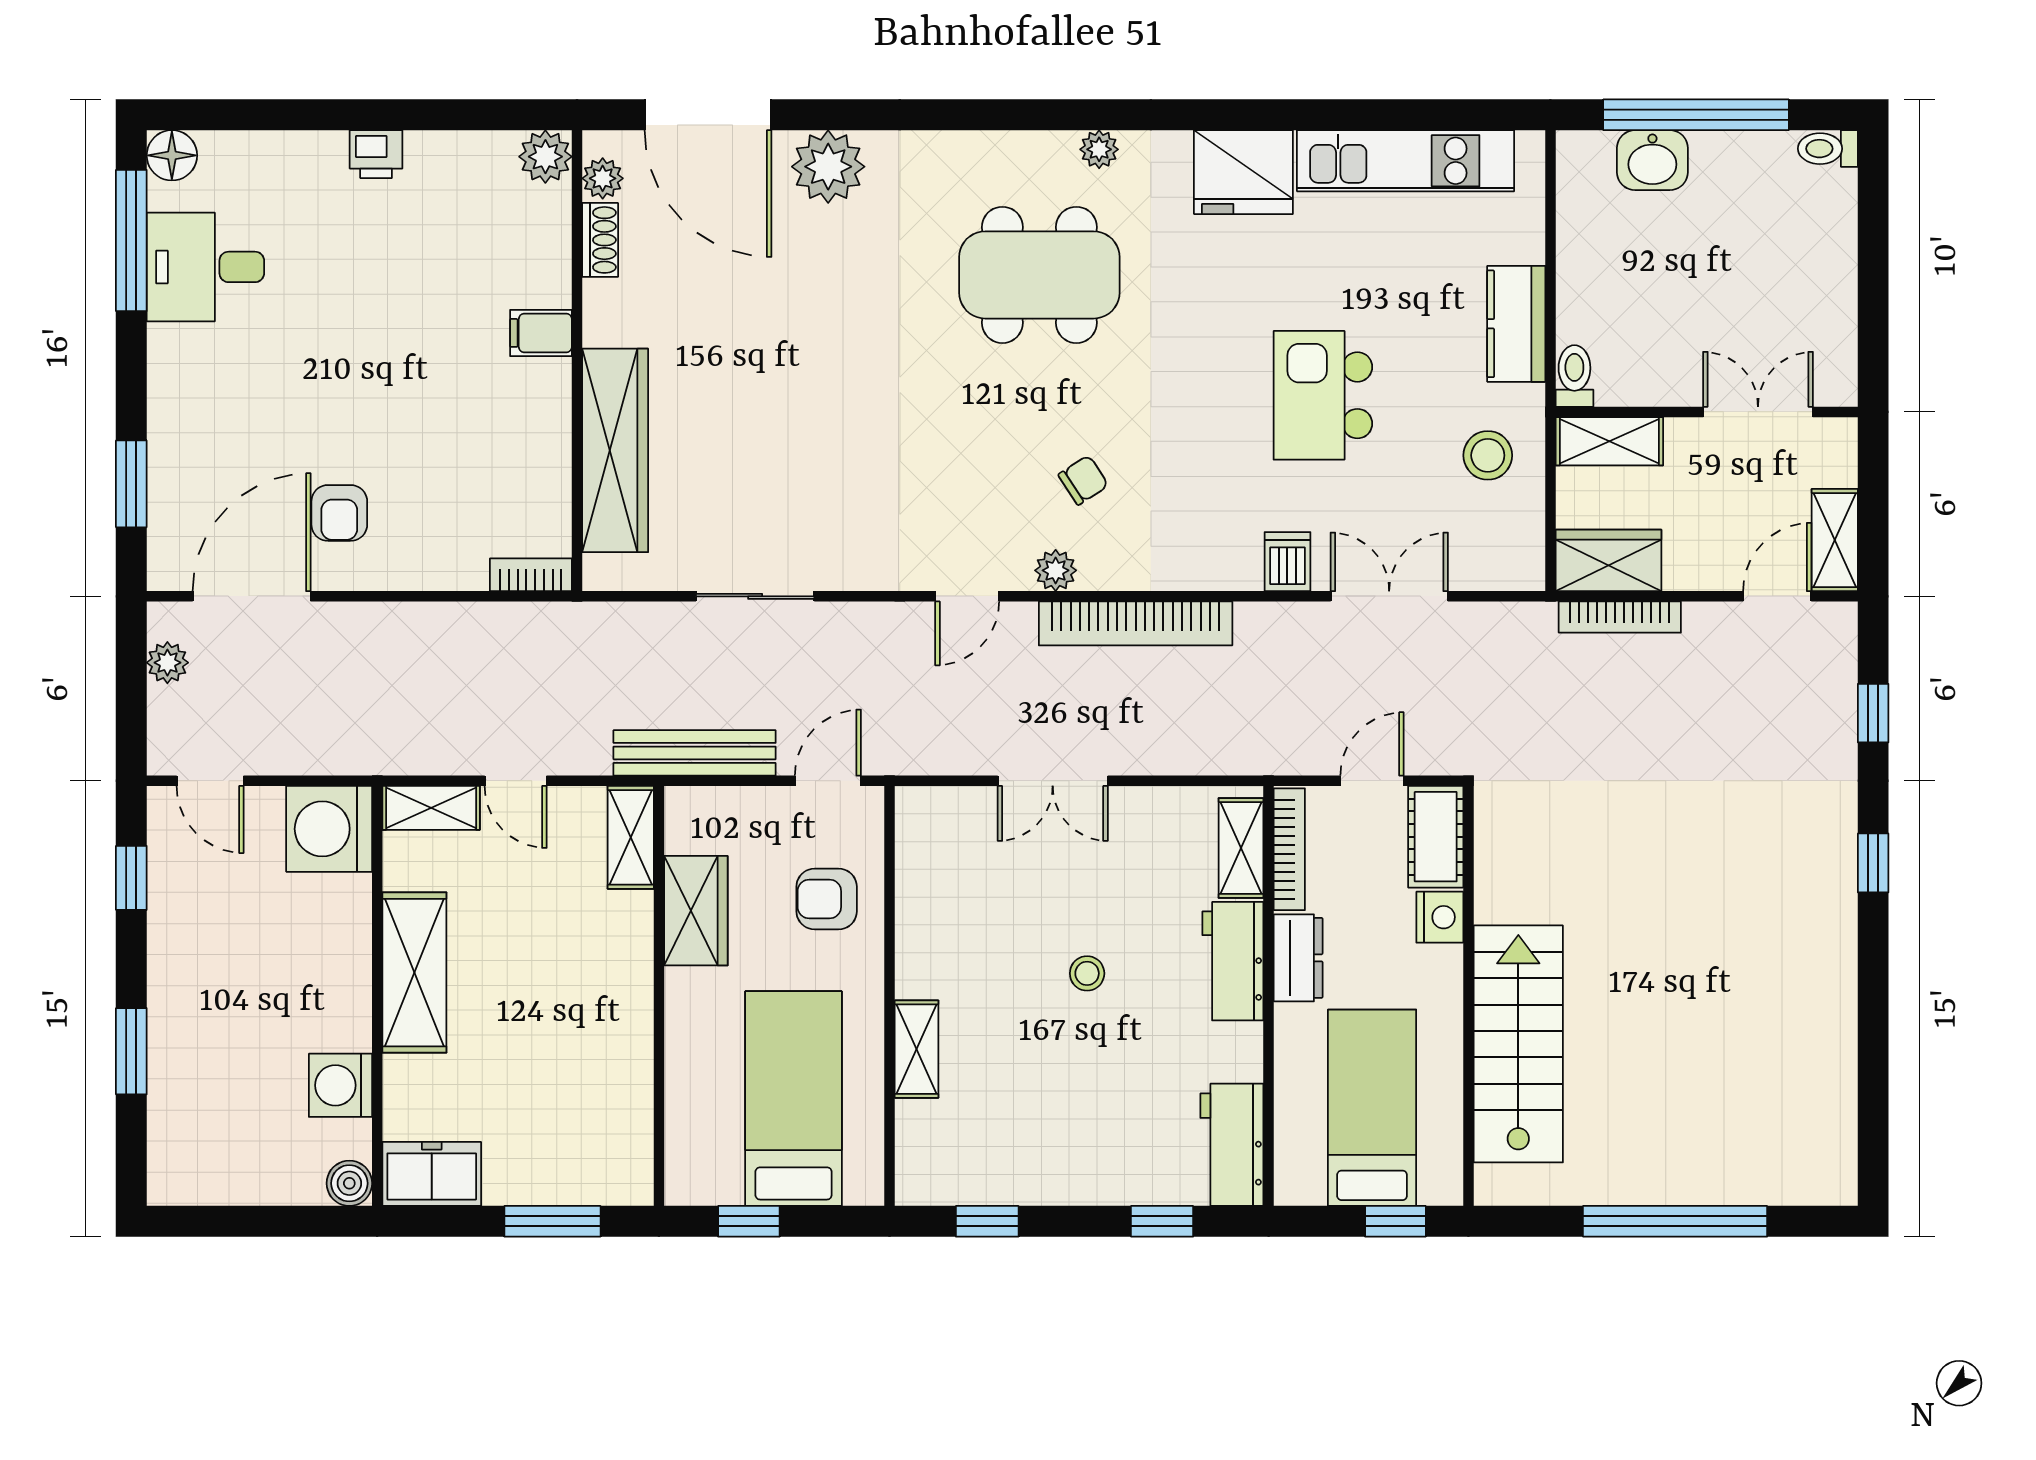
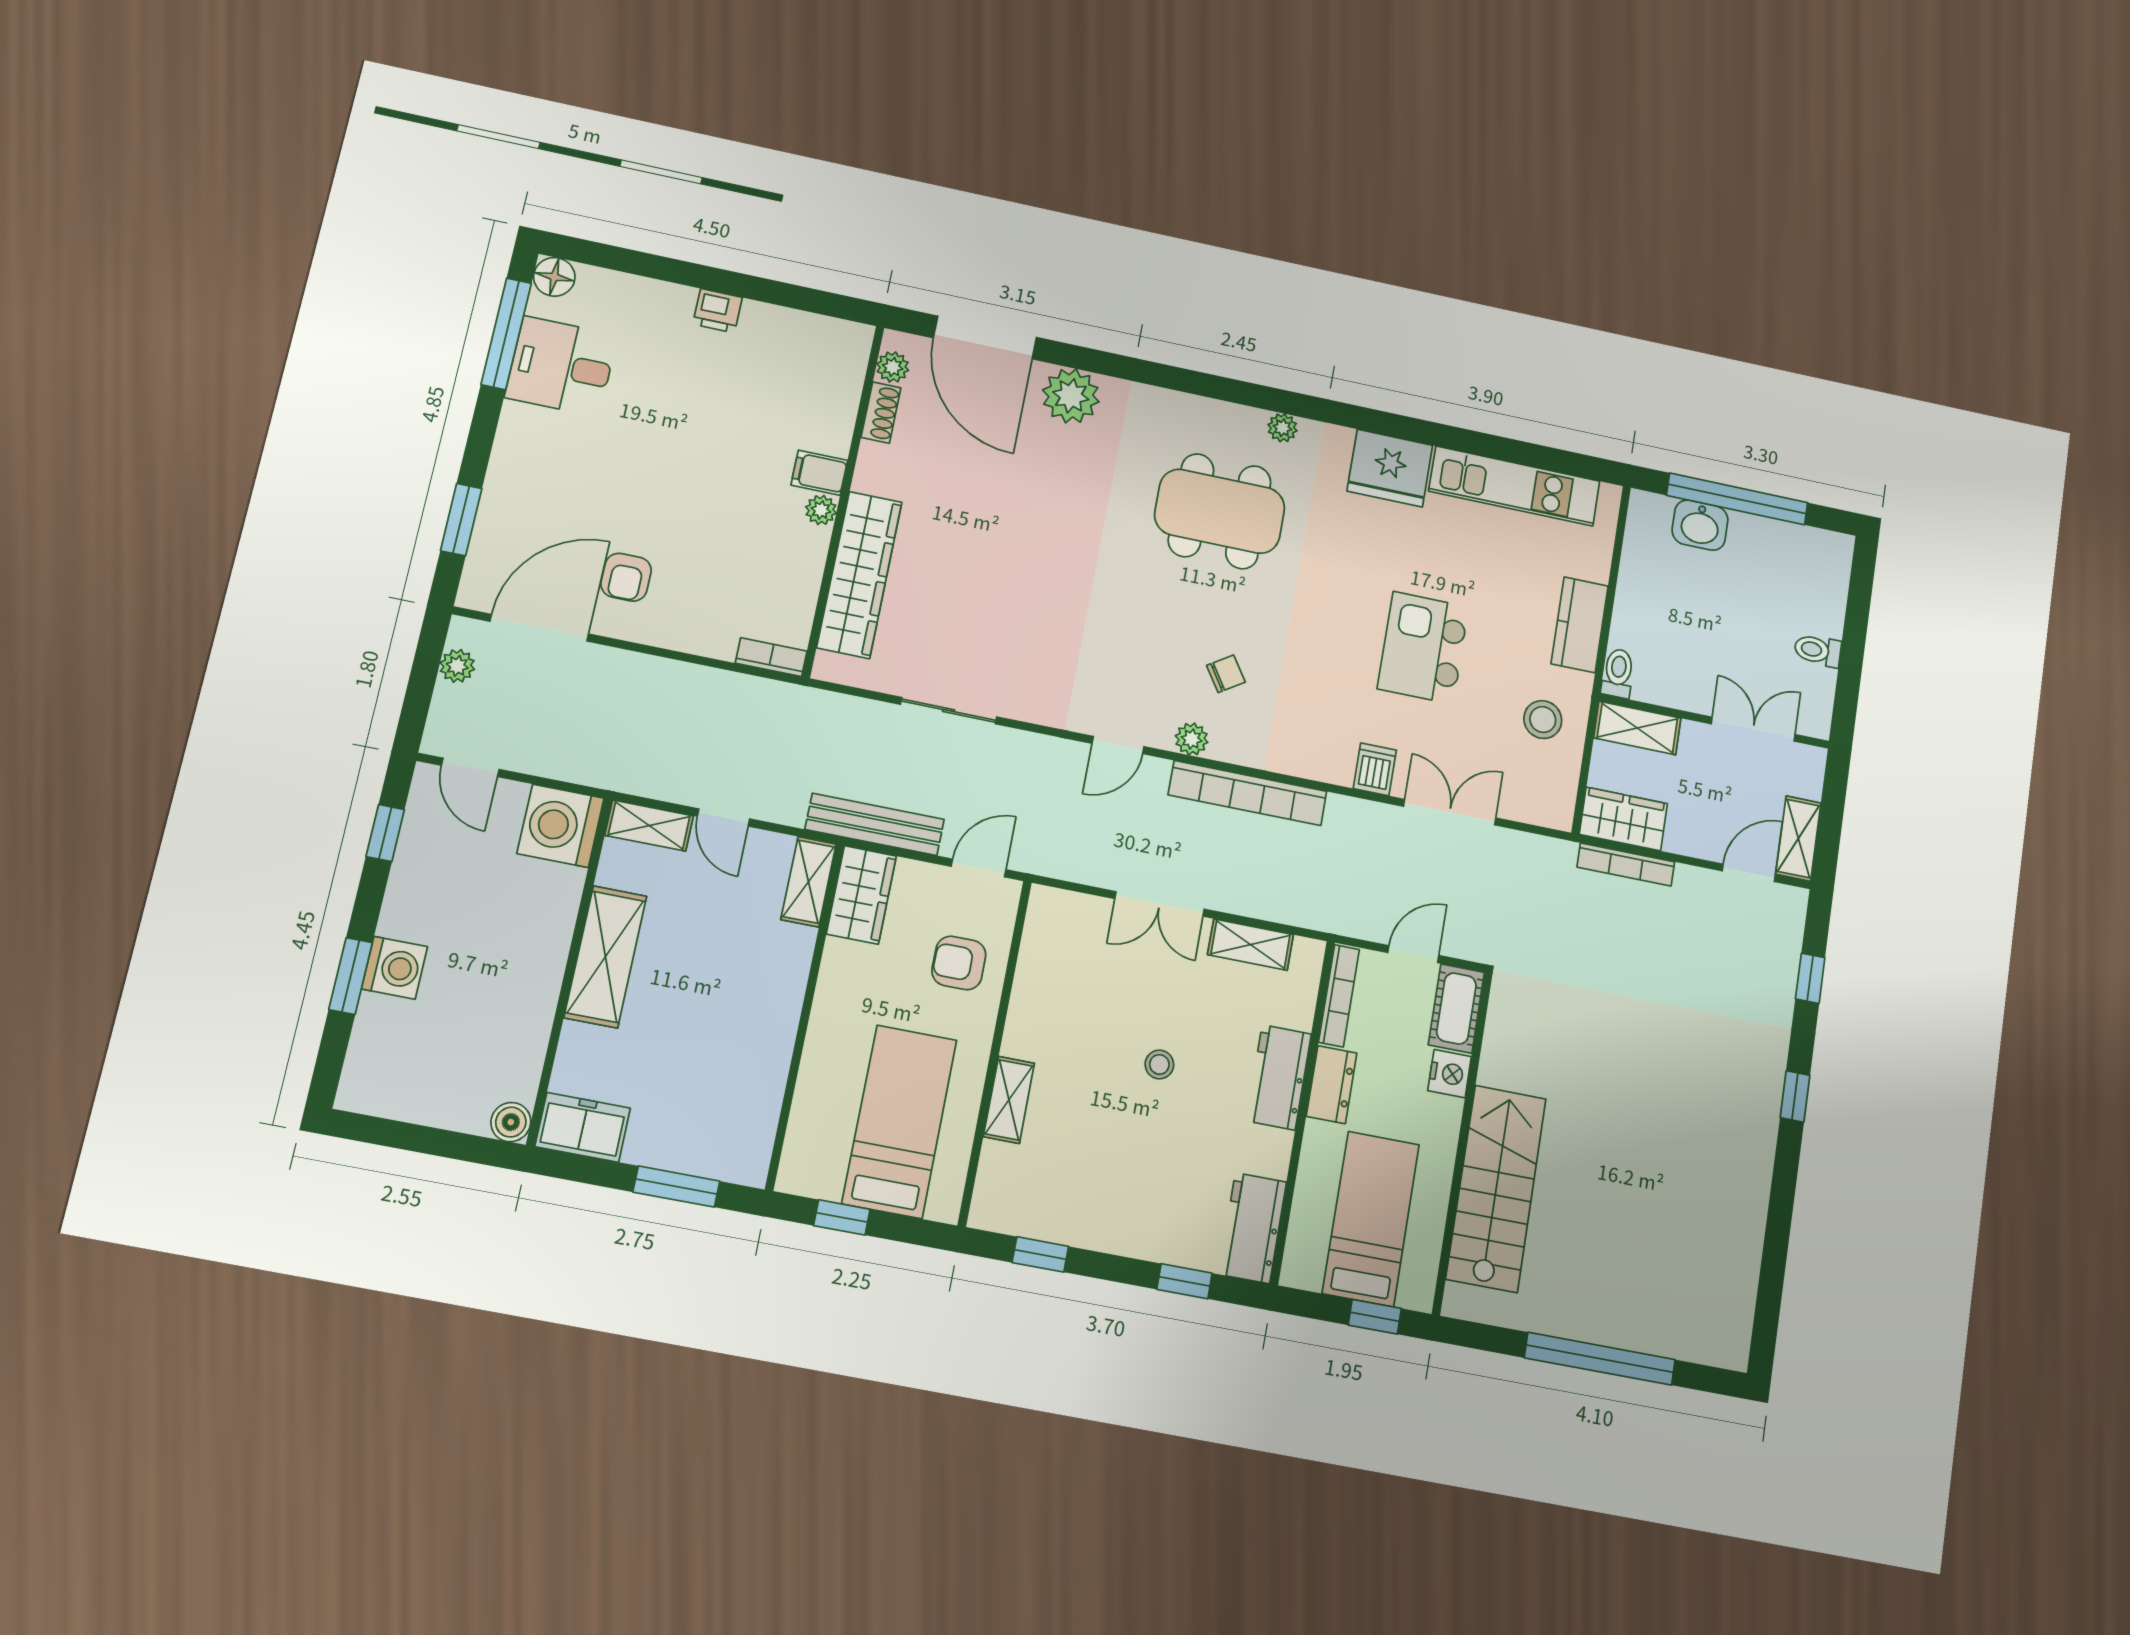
toilet: (1828, 149) -> (1818, 650), moved
plant: (545, 157) -> (821, 510), moved, width x0.73, depth x0.73
shelving: (1241, 848) -> (1250, 945), moved, turned 90
wardrobe: (696, 911) -> (861, 895), moved
washing machine: (340, 1085) -> (395, 968), moved, turned 180

